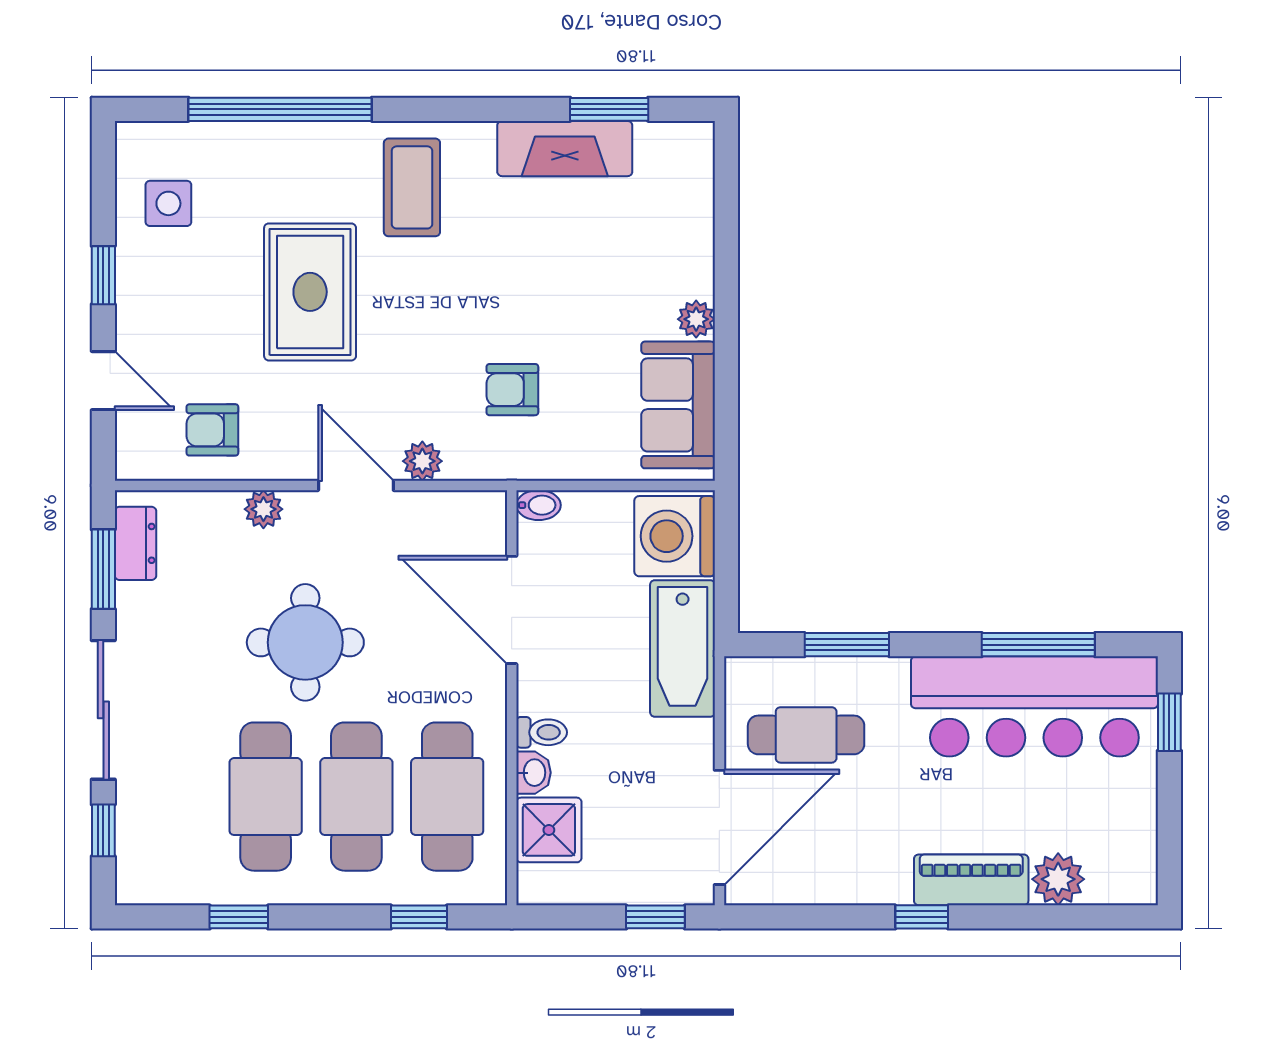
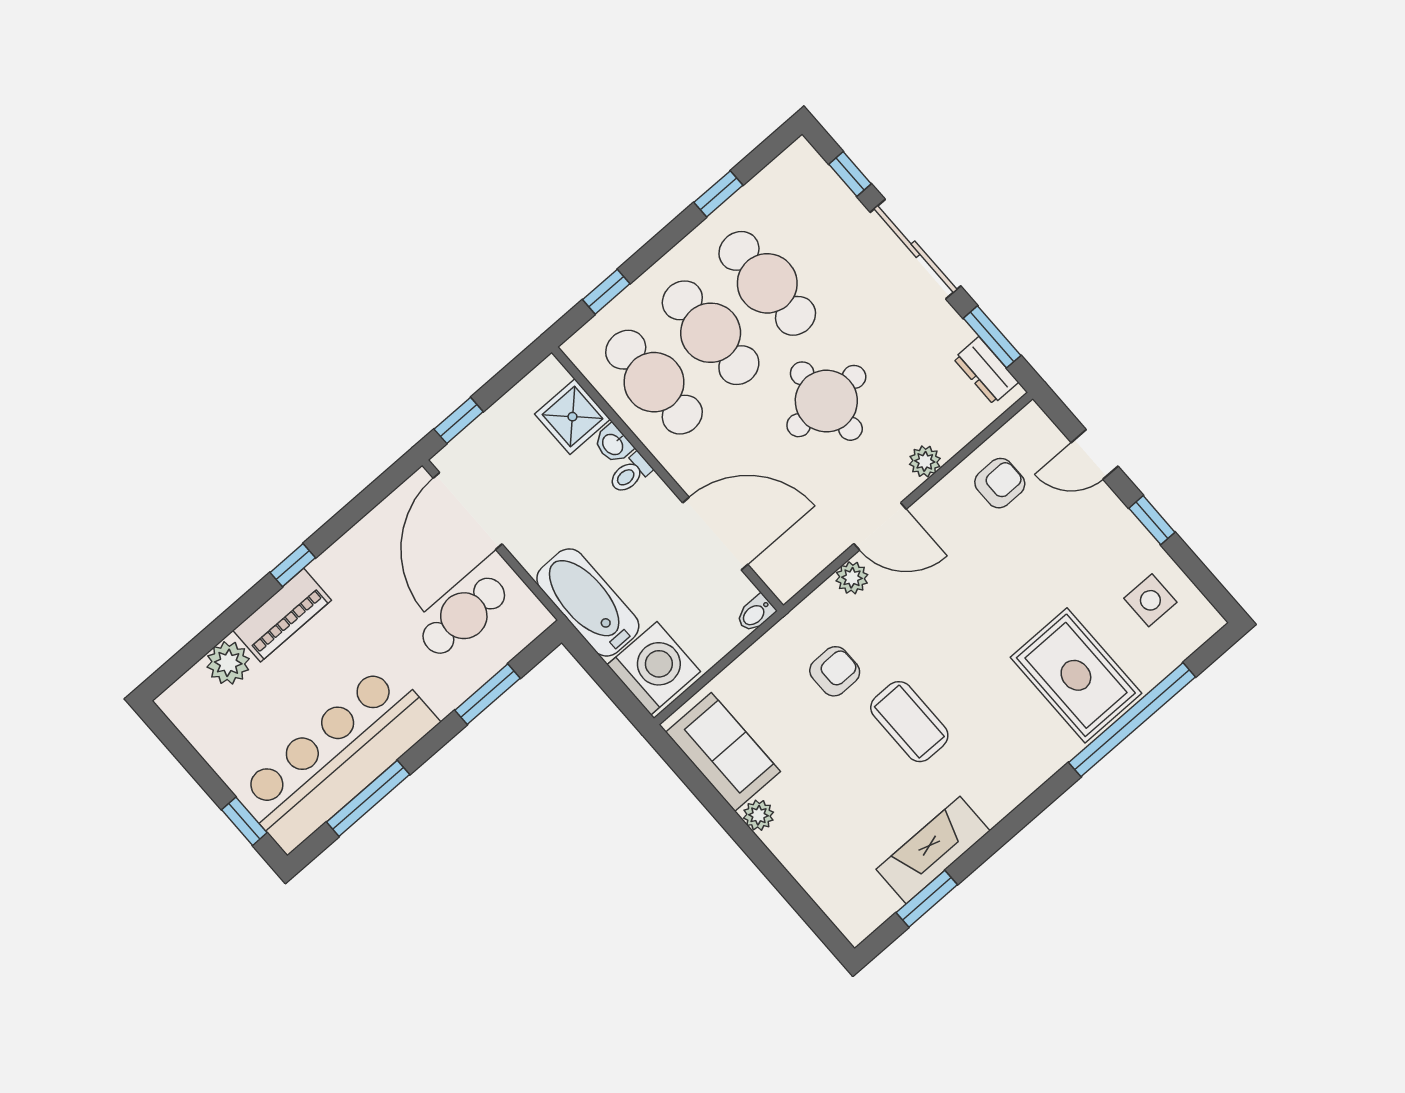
coffee table: (412, 187) -> (909, 722), moved
rug: (310, 292) -> (1076, 675), moved

